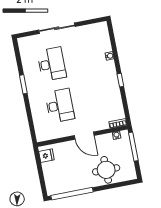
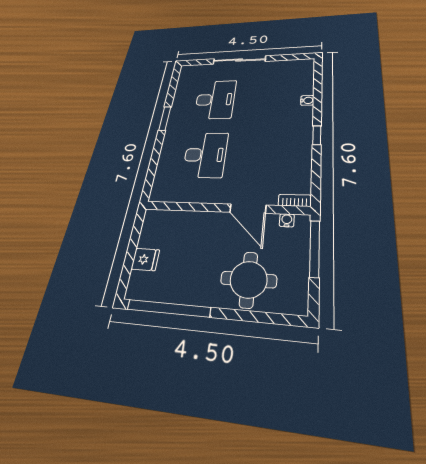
door: (84, 136) -> (248, 209), moved
fridge: (46, 156) -> (145, 259), moved

